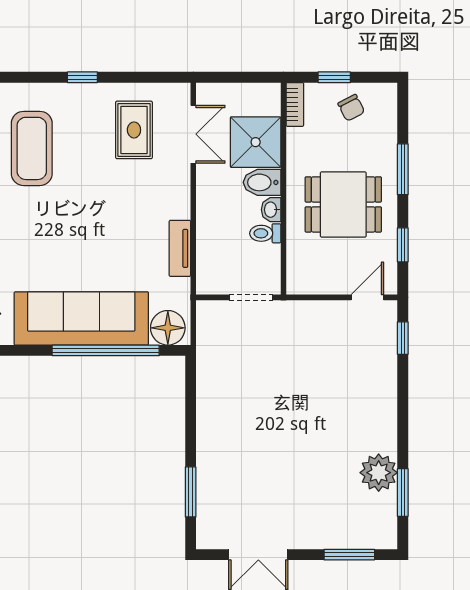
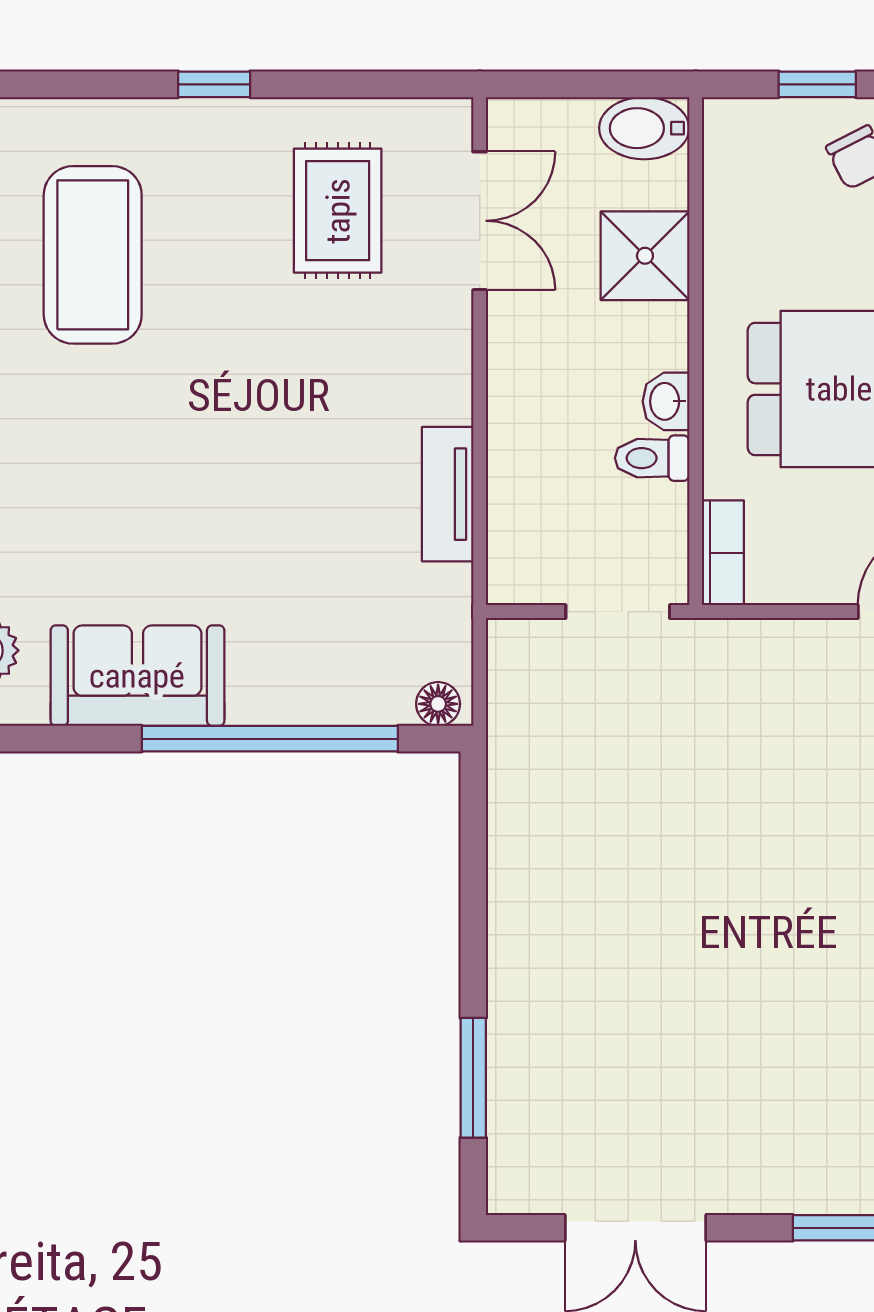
bookcase: (295, 104) -> (723, 553), moved
shower: (256, 142) -> (645, 256), width x0.73, depth x0.73
bidet: (262, 182) -> (644, 128), moved
sofa: (81, 318) -> (137, 676), width x0.54, depth x0.79
floor lamp: (168, 328) -> (438, 704), width x0.53, depth x0.53

